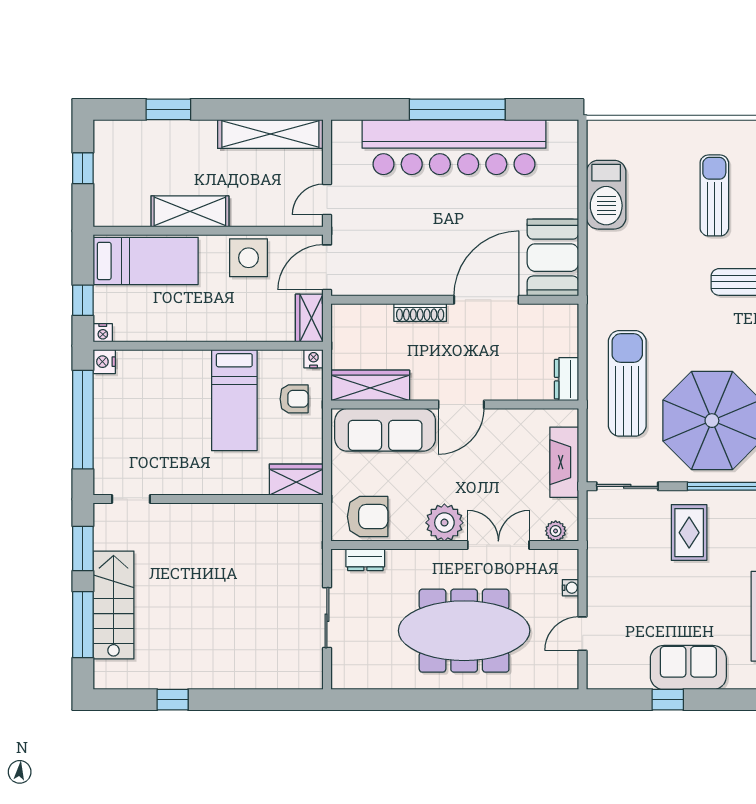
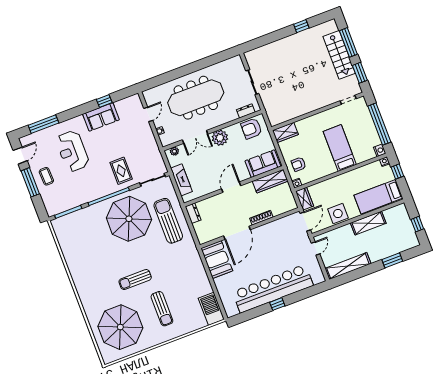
window: (457, 109) -> (277, 304), width x0.32
barbecue: (606, 195) -> (211, 309), moved
sun lounger: (627, 383) -> (168, 221), turned 180
bed: (234, 400) -> (340, 148), moved
sofa: (385, 430) -> (263, 164), width x0.73

